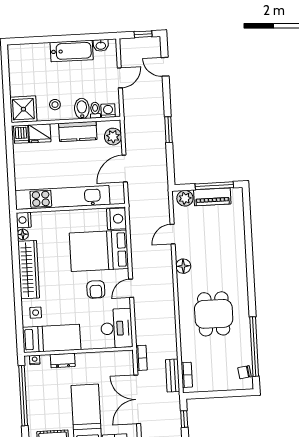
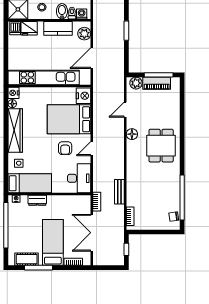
dining table: (214, 314) -> (161, 146), moved
bench: (173, 376) -> (119, 192), moved

